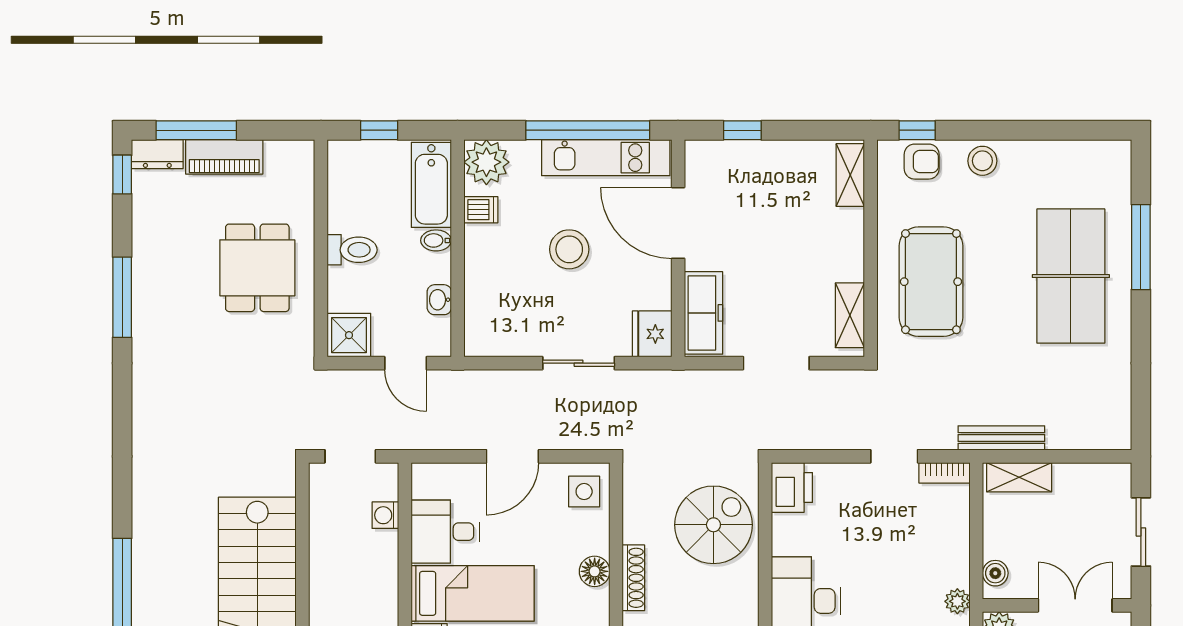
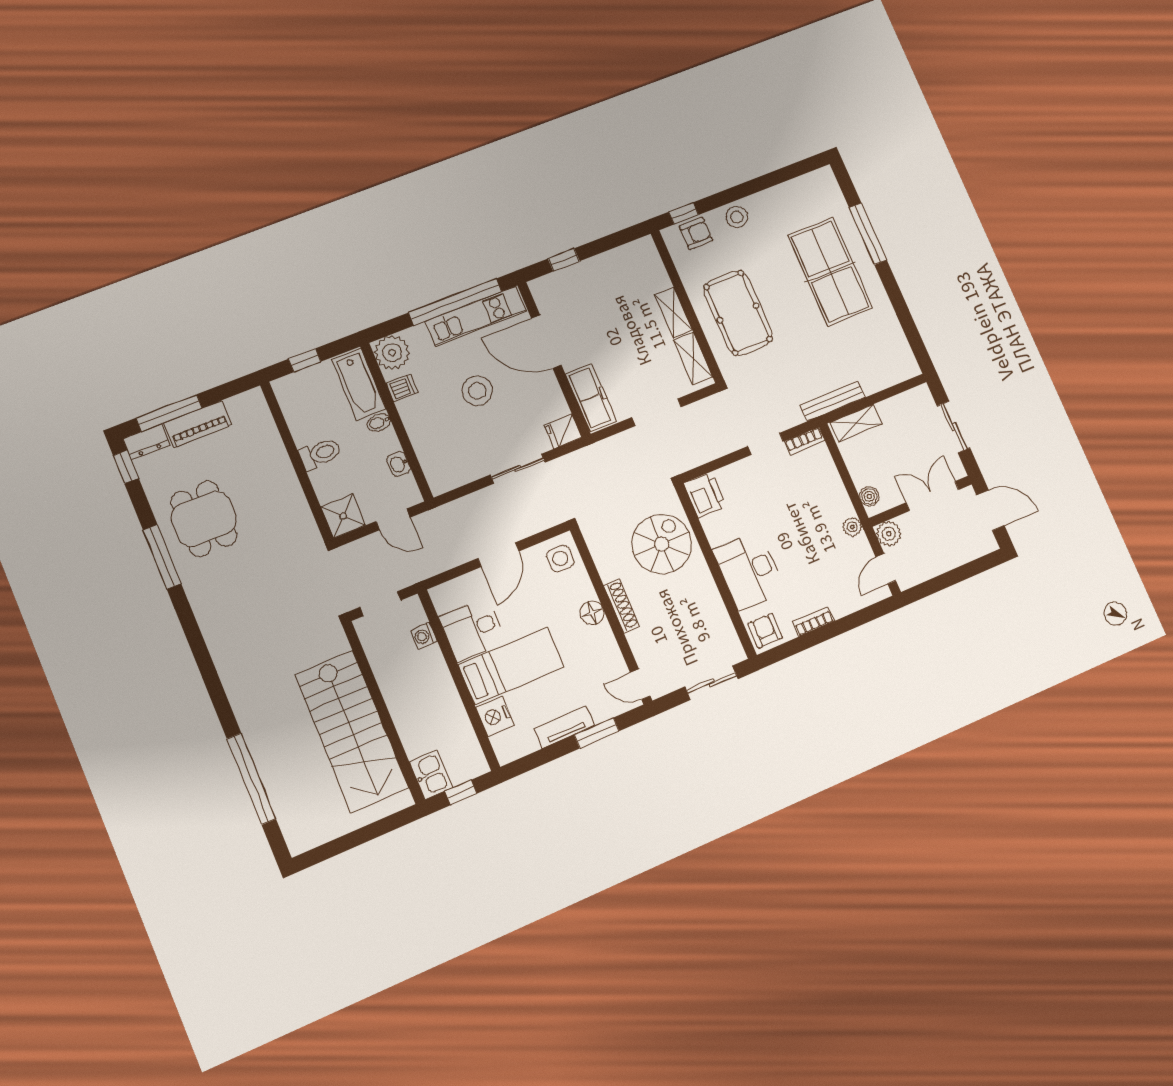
shelving: (850, 175) -> (673, 313), moved
dining table: (257, 268) -> (204, 519), moved
fridge: (652, 334) -> (563, 431), width x0.72

